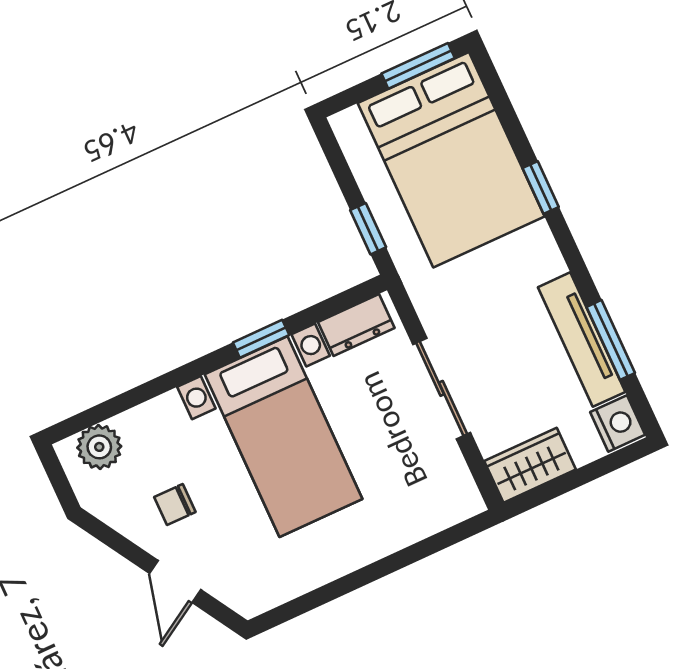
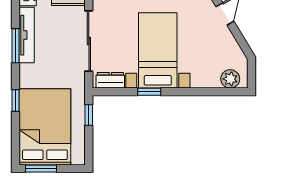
window: (611, 340) -> (16, 46), moved
sliding door: (442, 388) -> (89, 41), width x1.37
chair: (175, 505) -> (211, 44), removed

